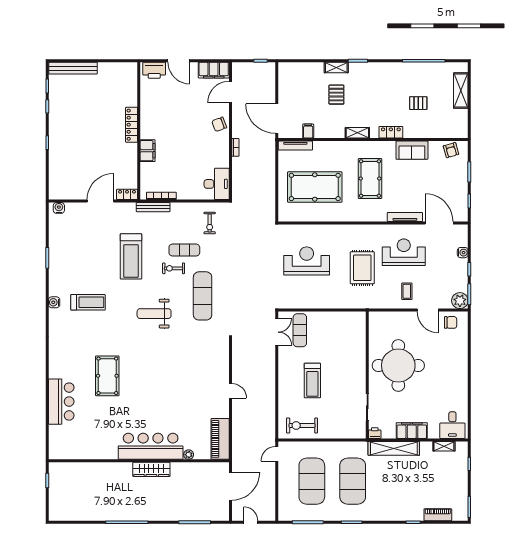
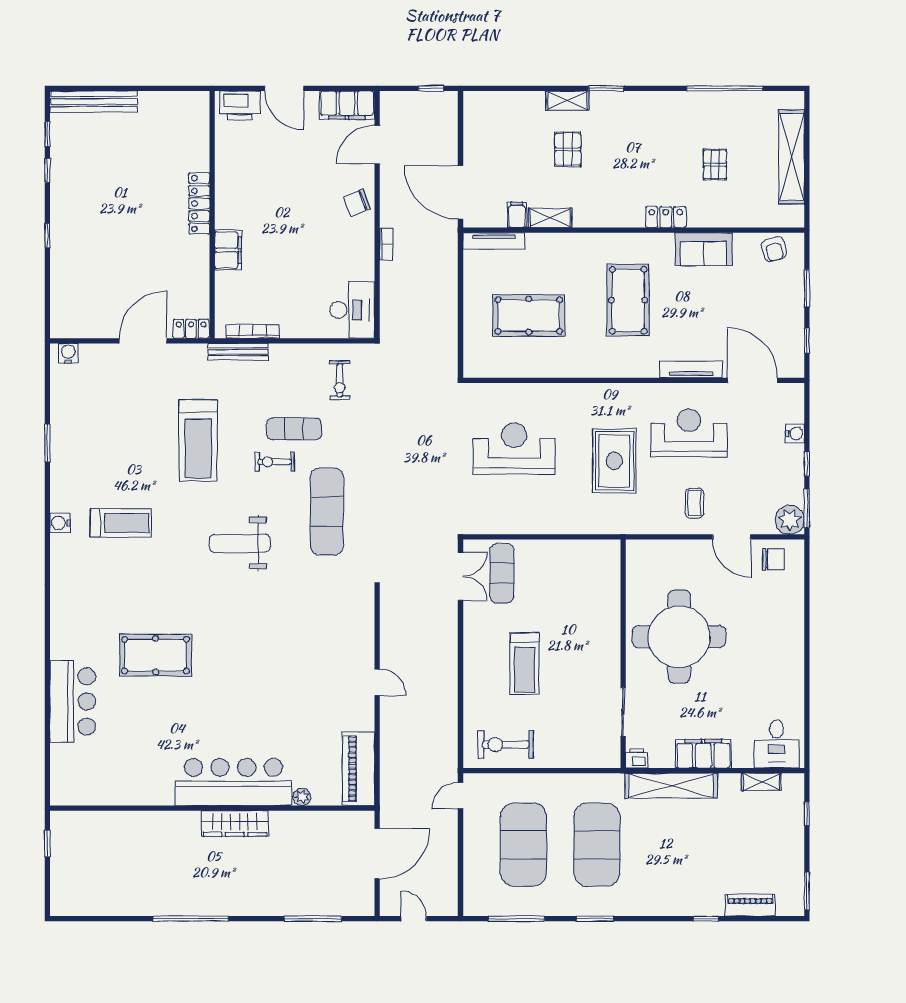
shelving: (461, 91) -> (791, 157), width x1.47
pallet: (418, 103) -> (715, 165), turned 90
shelving: (357, 133) -> (550, 218), moved
pool table: (315, 187) -> (529, 315), width x0.73, depth x0.76
pool table: (107, 376) -> (156, 655), turned 90

